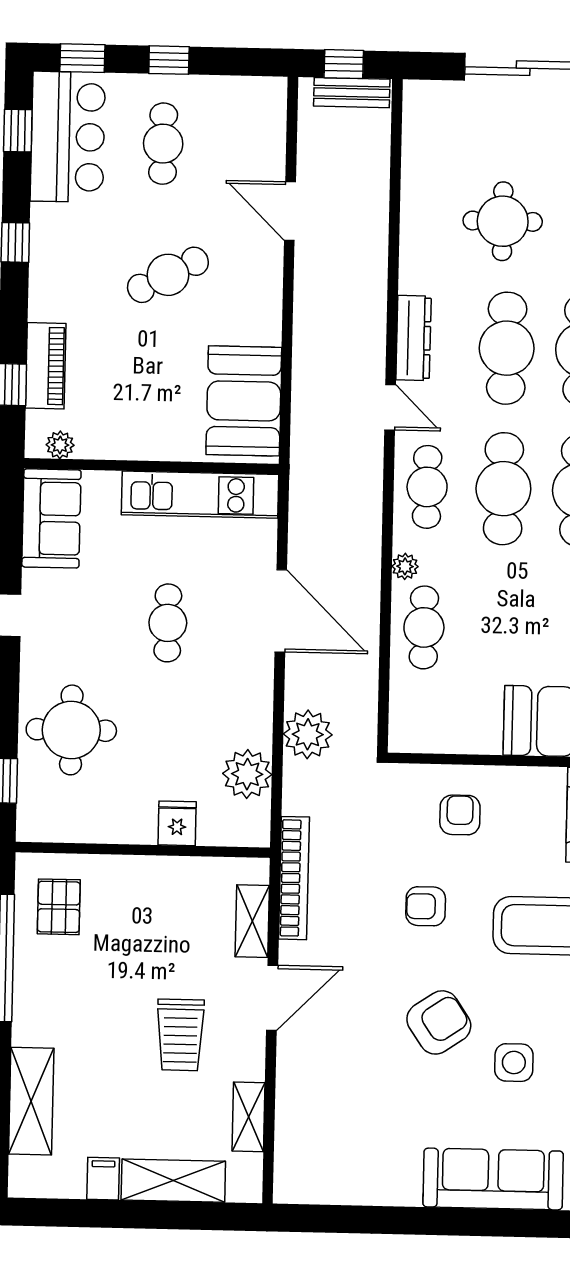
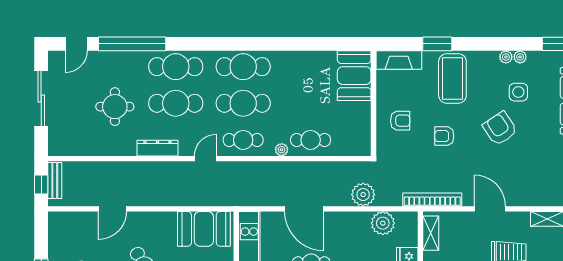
dresser: (414, 338) -> (157, 148), moved
door: (281, 611) -> (304, 209), swing flipped
armchair: (460, 815) -> (400, 121), turned 180
armchair: (426, 906) -> (444, 136), turned 90
shelving: (252, 921) -> (431, 233), moved, turned 90

